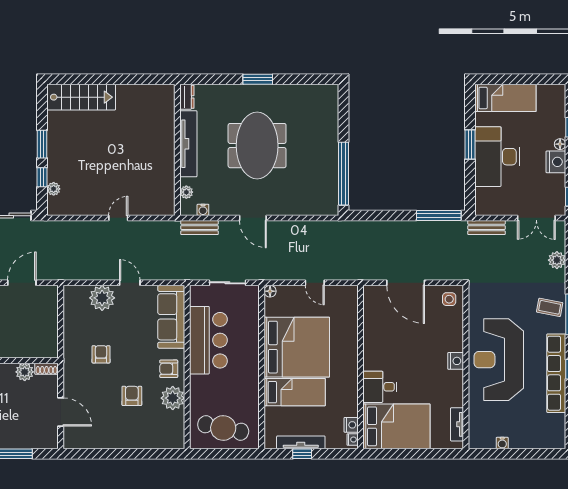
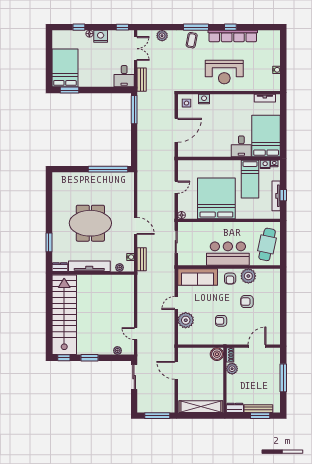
window: (258, 79) -> (49, 242), moved
stairs: (81, 97) -> (64, 315), width x1.86, depth x1.51
bed: (505, 98) -> (65, 68), width x1.50
window: (470, 145) -> (69, 90), moved
desk: (497, 157) -> (124, 76), moved, width x0.53, depth x0.77
window: (42, 177) -> (64, 358), moved
door: (118, 218) -> (136, 334), moved
door: (253, 218) -> (136, 226), hinge flipped
bar counter: (208, 340) -> (228, 254), moved
boiler: (48, 348) -> (217, 354), added
reception desk: (499, 360) -> (224, 72), width x0.74, depth x0.77
nightstand: (456, 361) -> (204, 99), moved
bed: (295, 392) -> (250, 179), moved, turned 180

